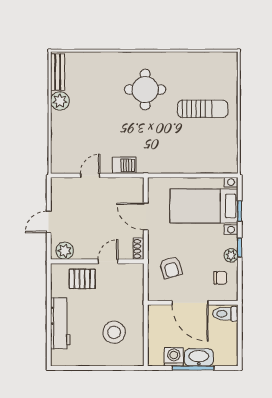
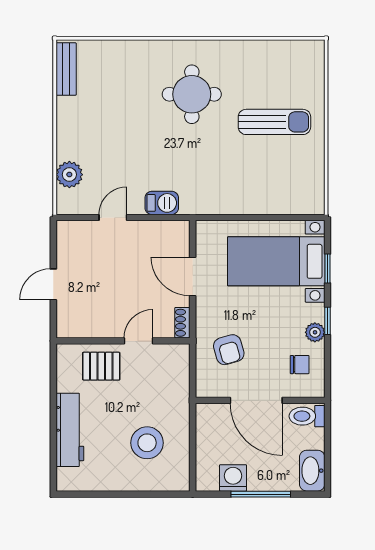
plant: (60, 101) -> (69, 175), moved
plant: (65, 251) -> (76, 326), removed
washbasin: (199, 357) -> (312, 471), moved, turned -90

